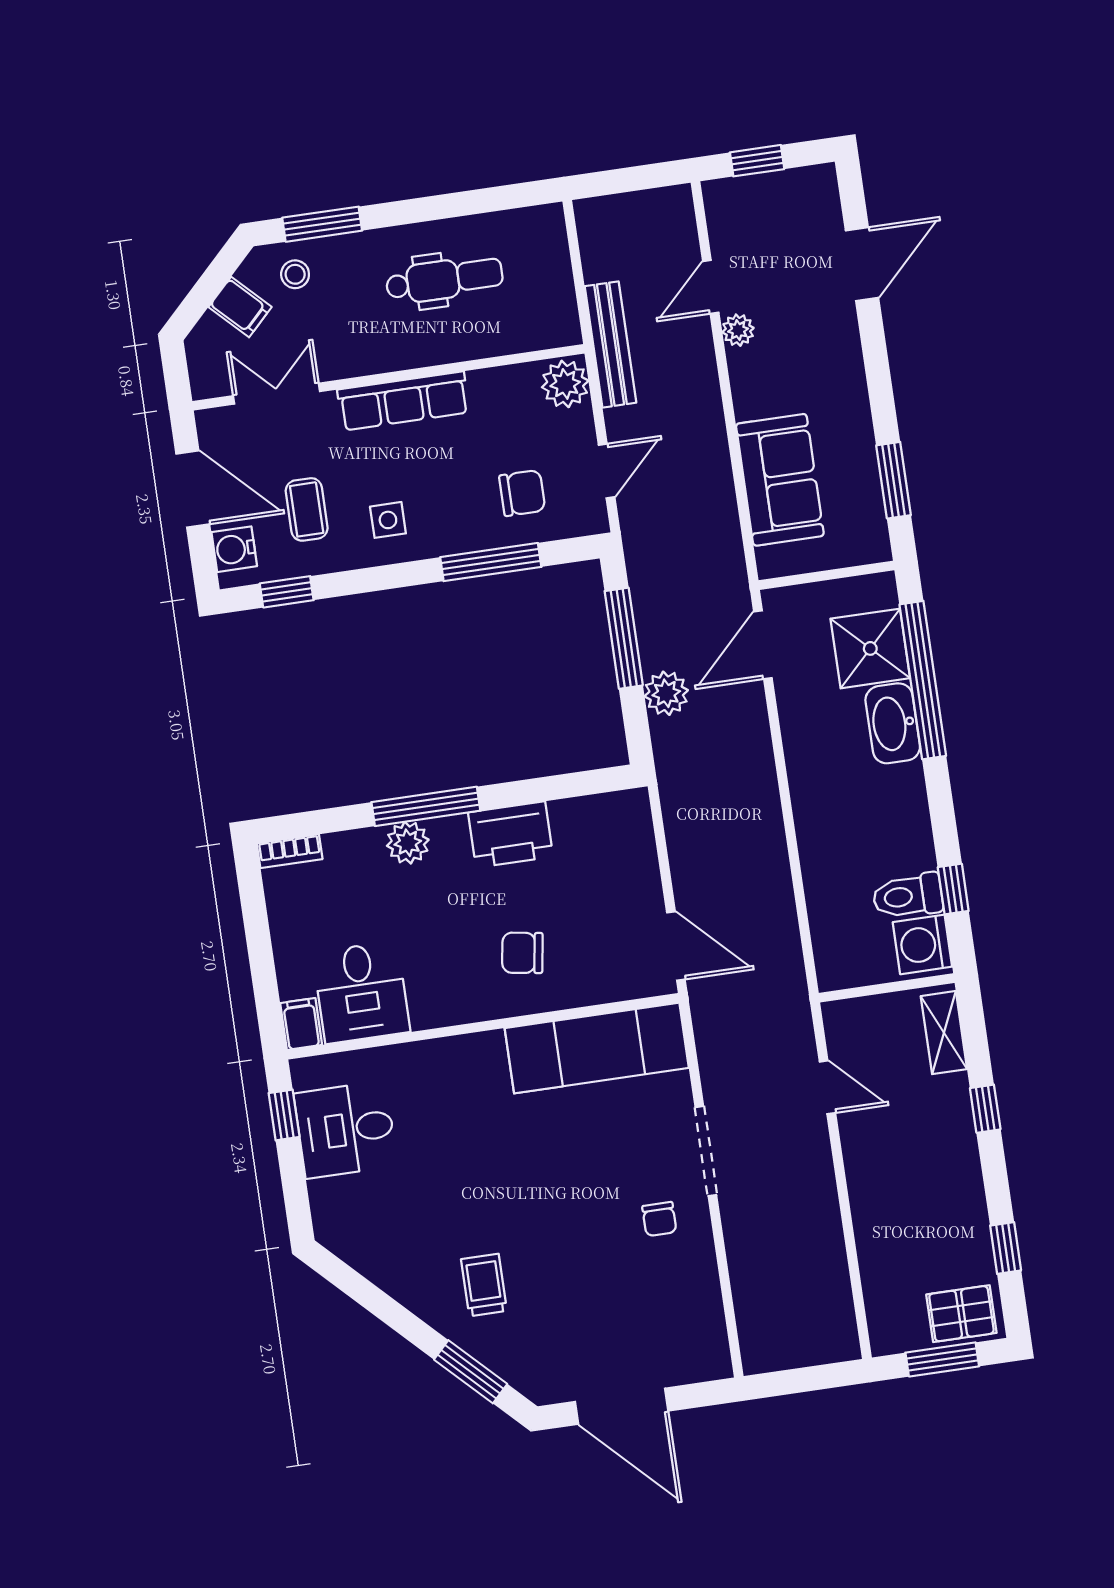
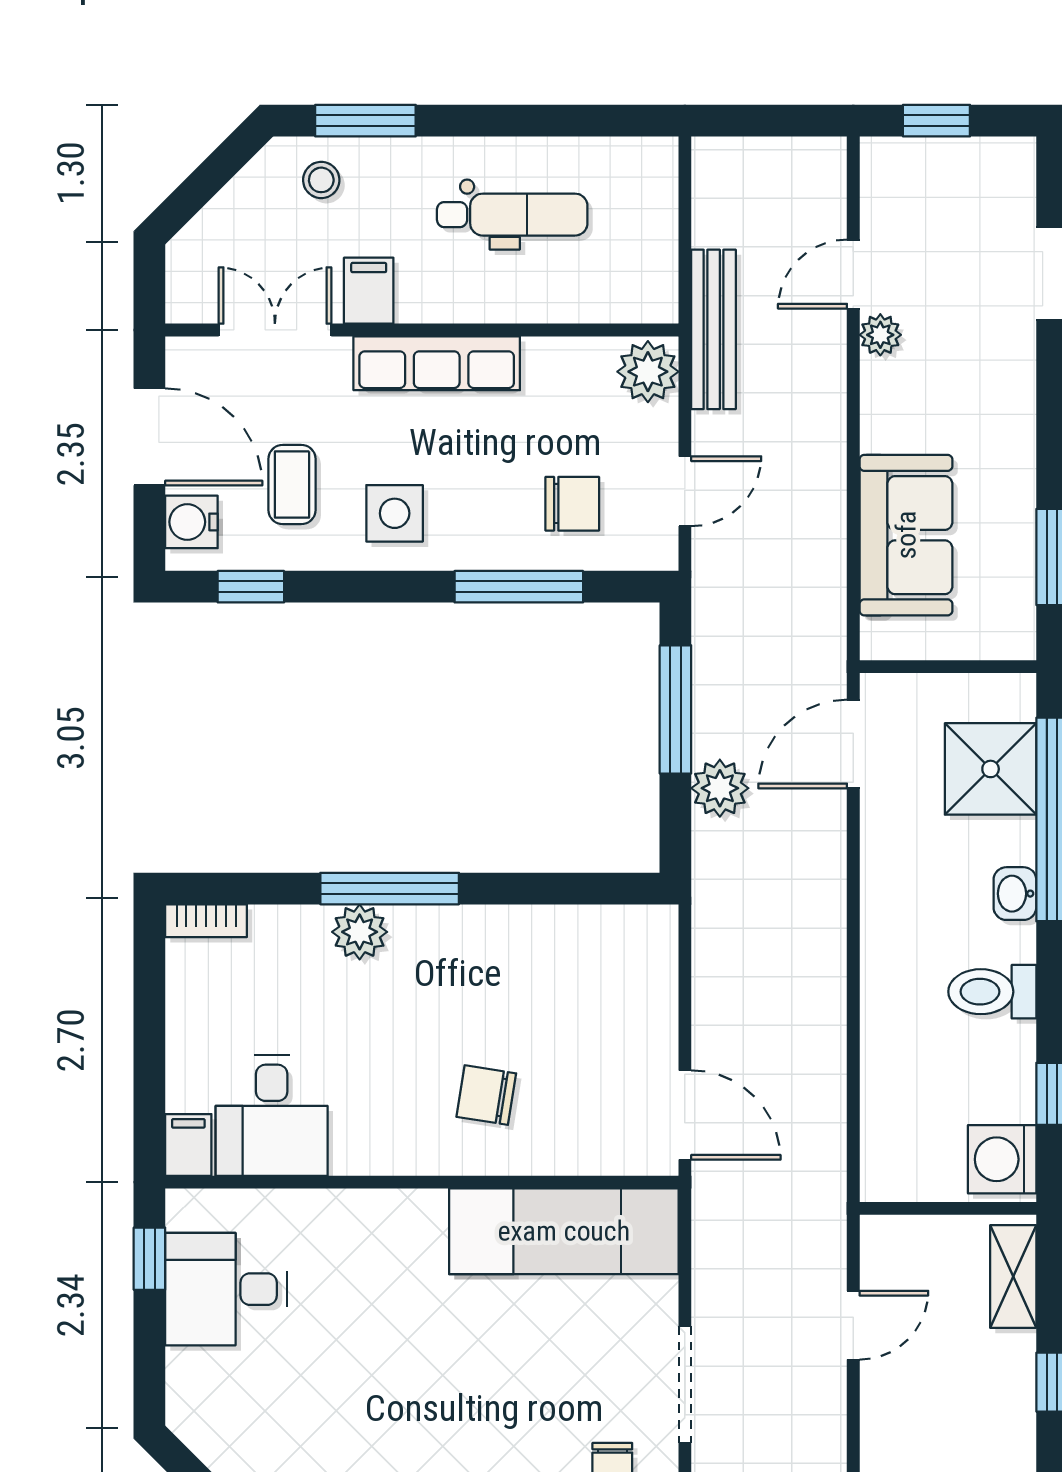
filing cabinet: (240, 307) -> (369, 291), moved, turned -135
side table: (388, 520) -> (395, 513), width x1.37, depth x1.37
washbasin: (893, 723) -> (1015, 894), width x0.52, depth x0.69
printer: (511, 835) -> (493, 941), removed
toilet: (908, 896) -> (992, 992), moved
door: (827, 1087) -> (853, 1325), hinge flipped

